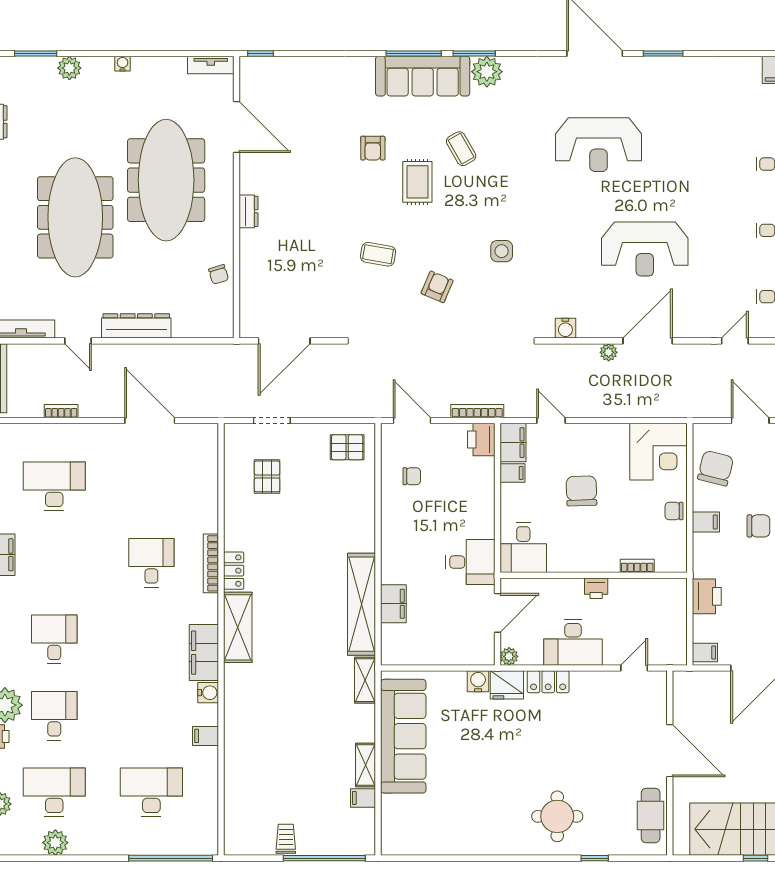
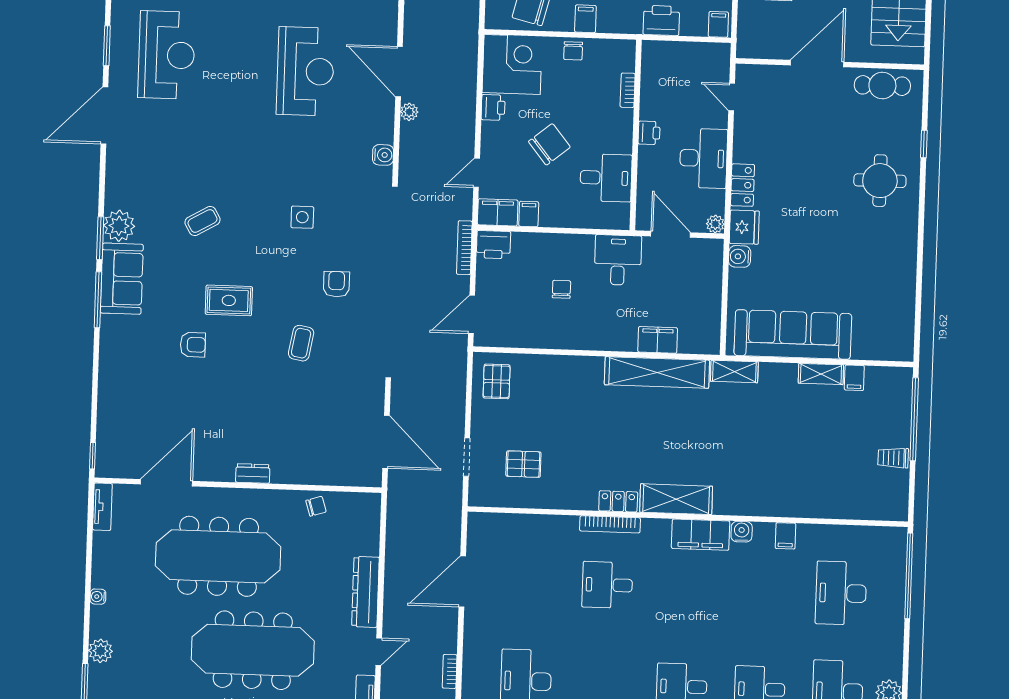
sofa: (423, 76) -> (122, 279), width x0.73
reception desk: (599, 145) -> (167, 55), moved
coffee table: (461, 149) -> (203, 221), moved
armchair: (437, 287) -> (336, 284), turned 67
printer: (616, 434) -> (493, 107), added
chair: (412, 476) -> (561, 289), moved
chair: (581, 491) -> (549, 144), turned 143
desk: (523, 548) -> (606, 178), moved

